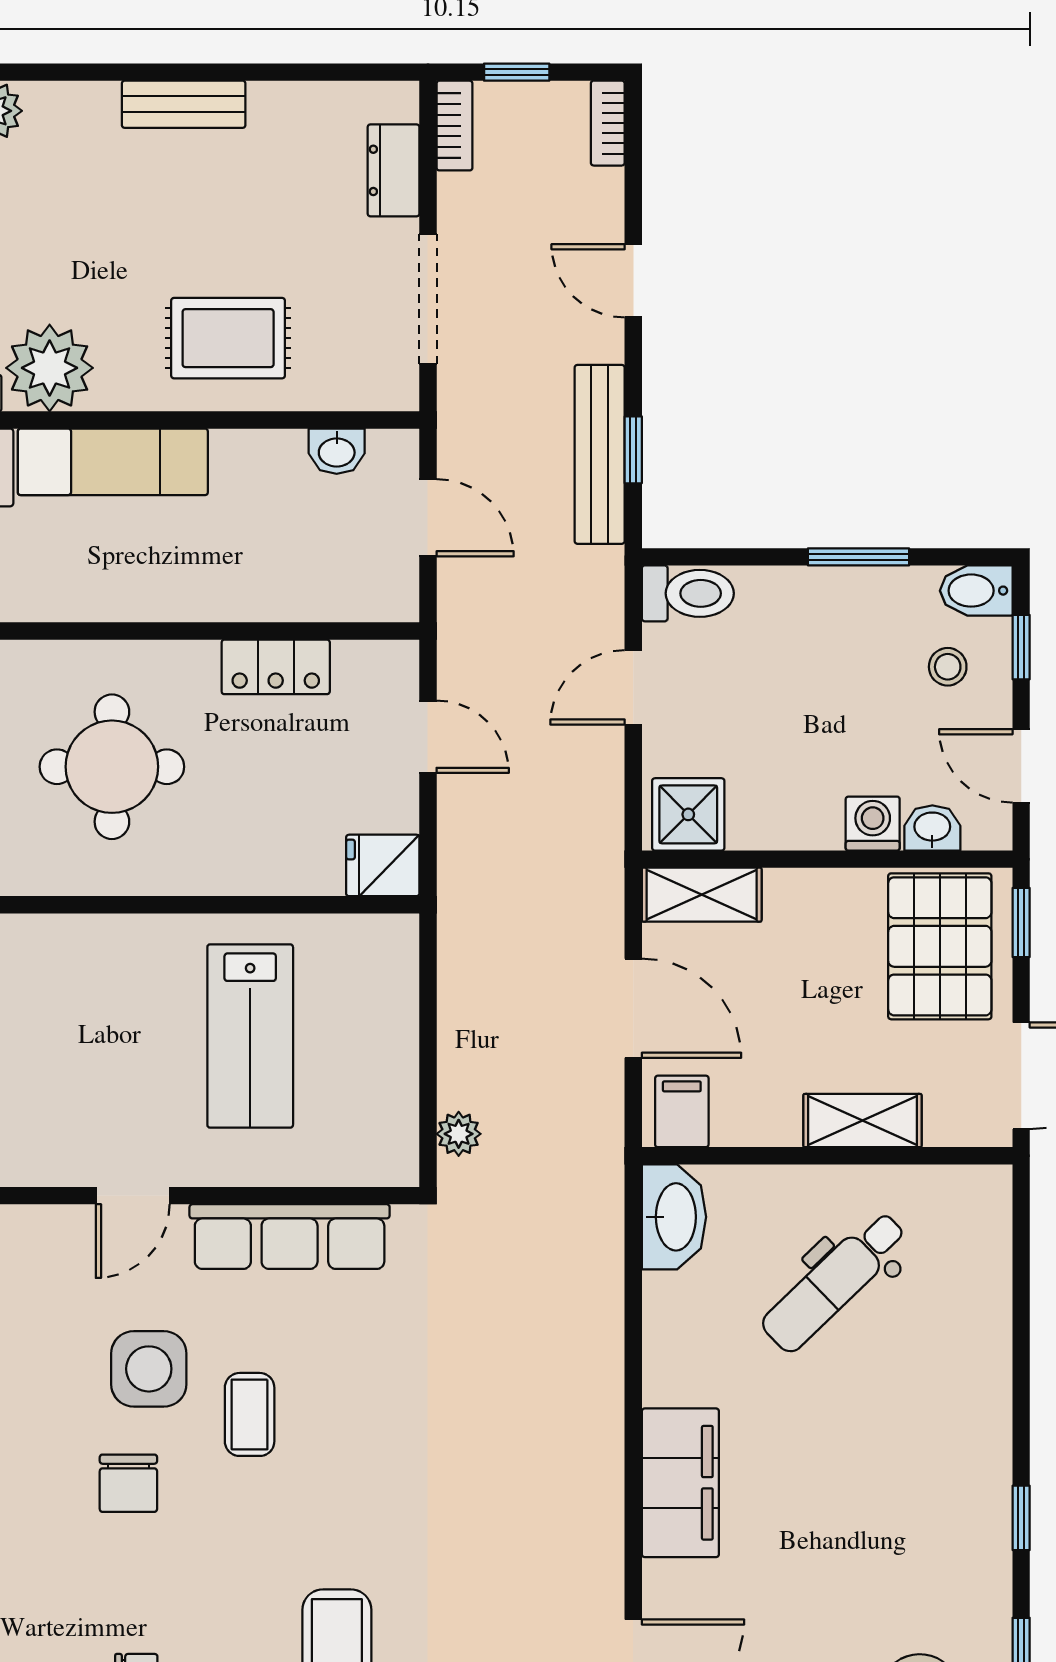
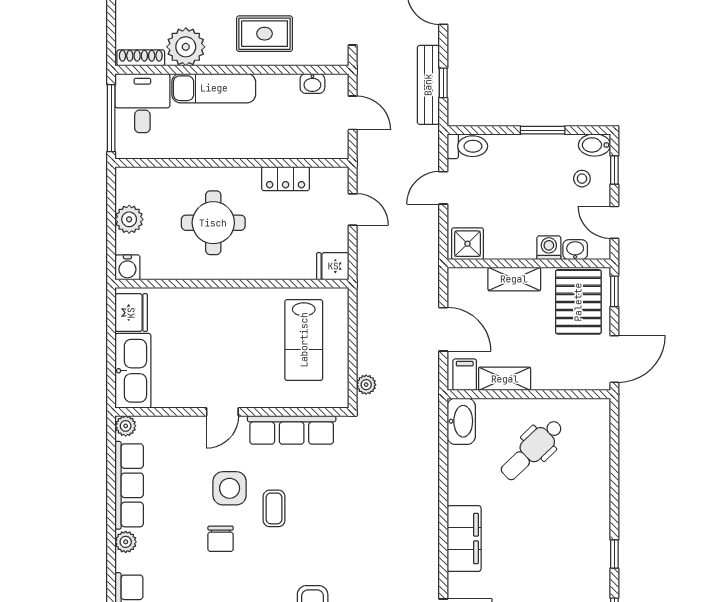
shelving: (702, 895) -> (514, 279), moved
lab bench: (250, 1036) -> (304, 340), moved
shelving: (862, 1121) -> (505, 379), moved

